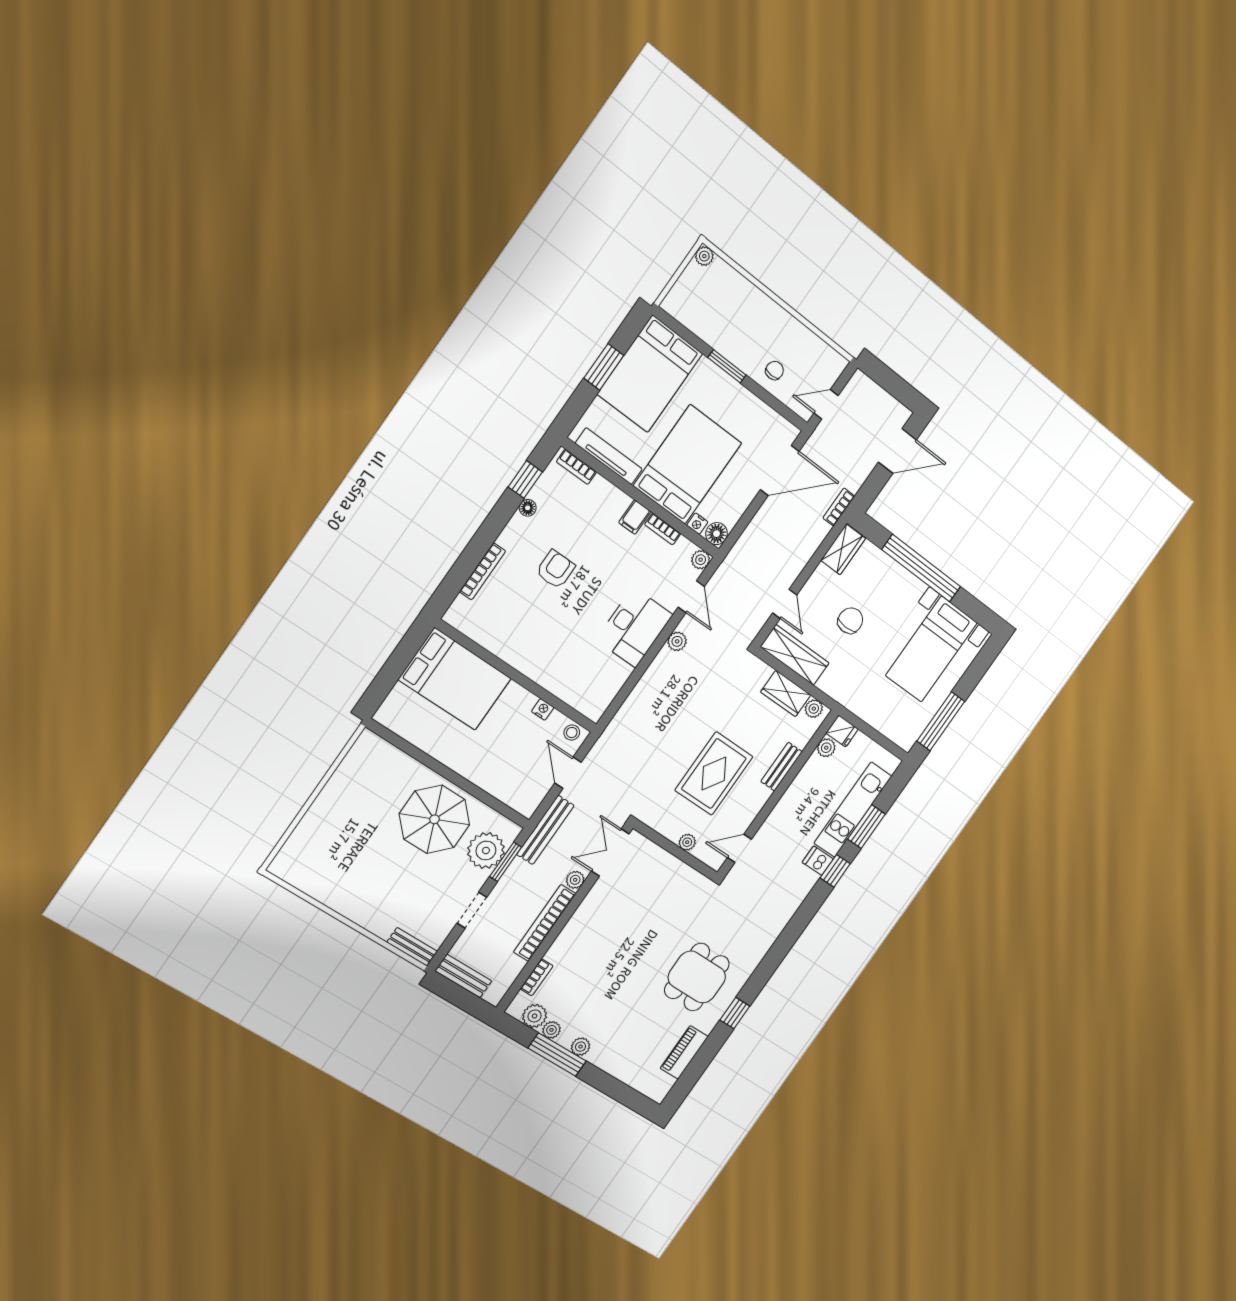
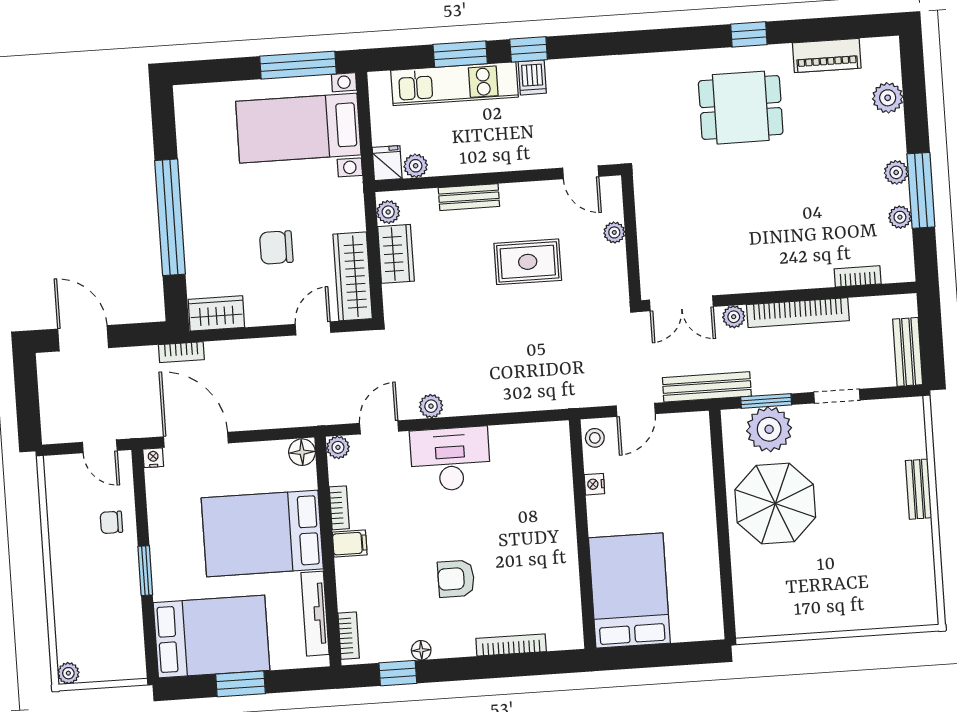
nightstand: (697, 524) -> (153, 458), moved, turned -90
bed with nightstands: (931, 649) -> (298, 128), moved, turned 180
rug: (714, 774) -> (528, 262), width x0.73, depth x0.70
bench: (412, 947) -> (919, 489), moved
plant: (535, 1016) -> (888, 98), moved

